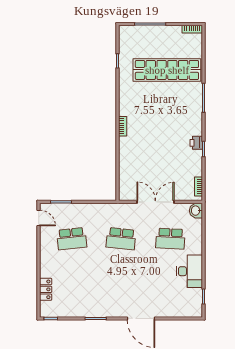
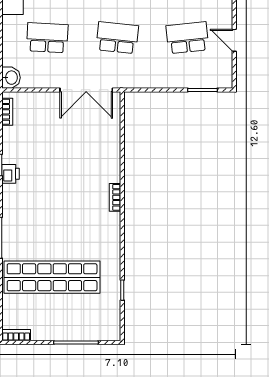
double door: (155, 202) -> (86, 90), moved
door: (39, 218) -> (234, 40), moved

